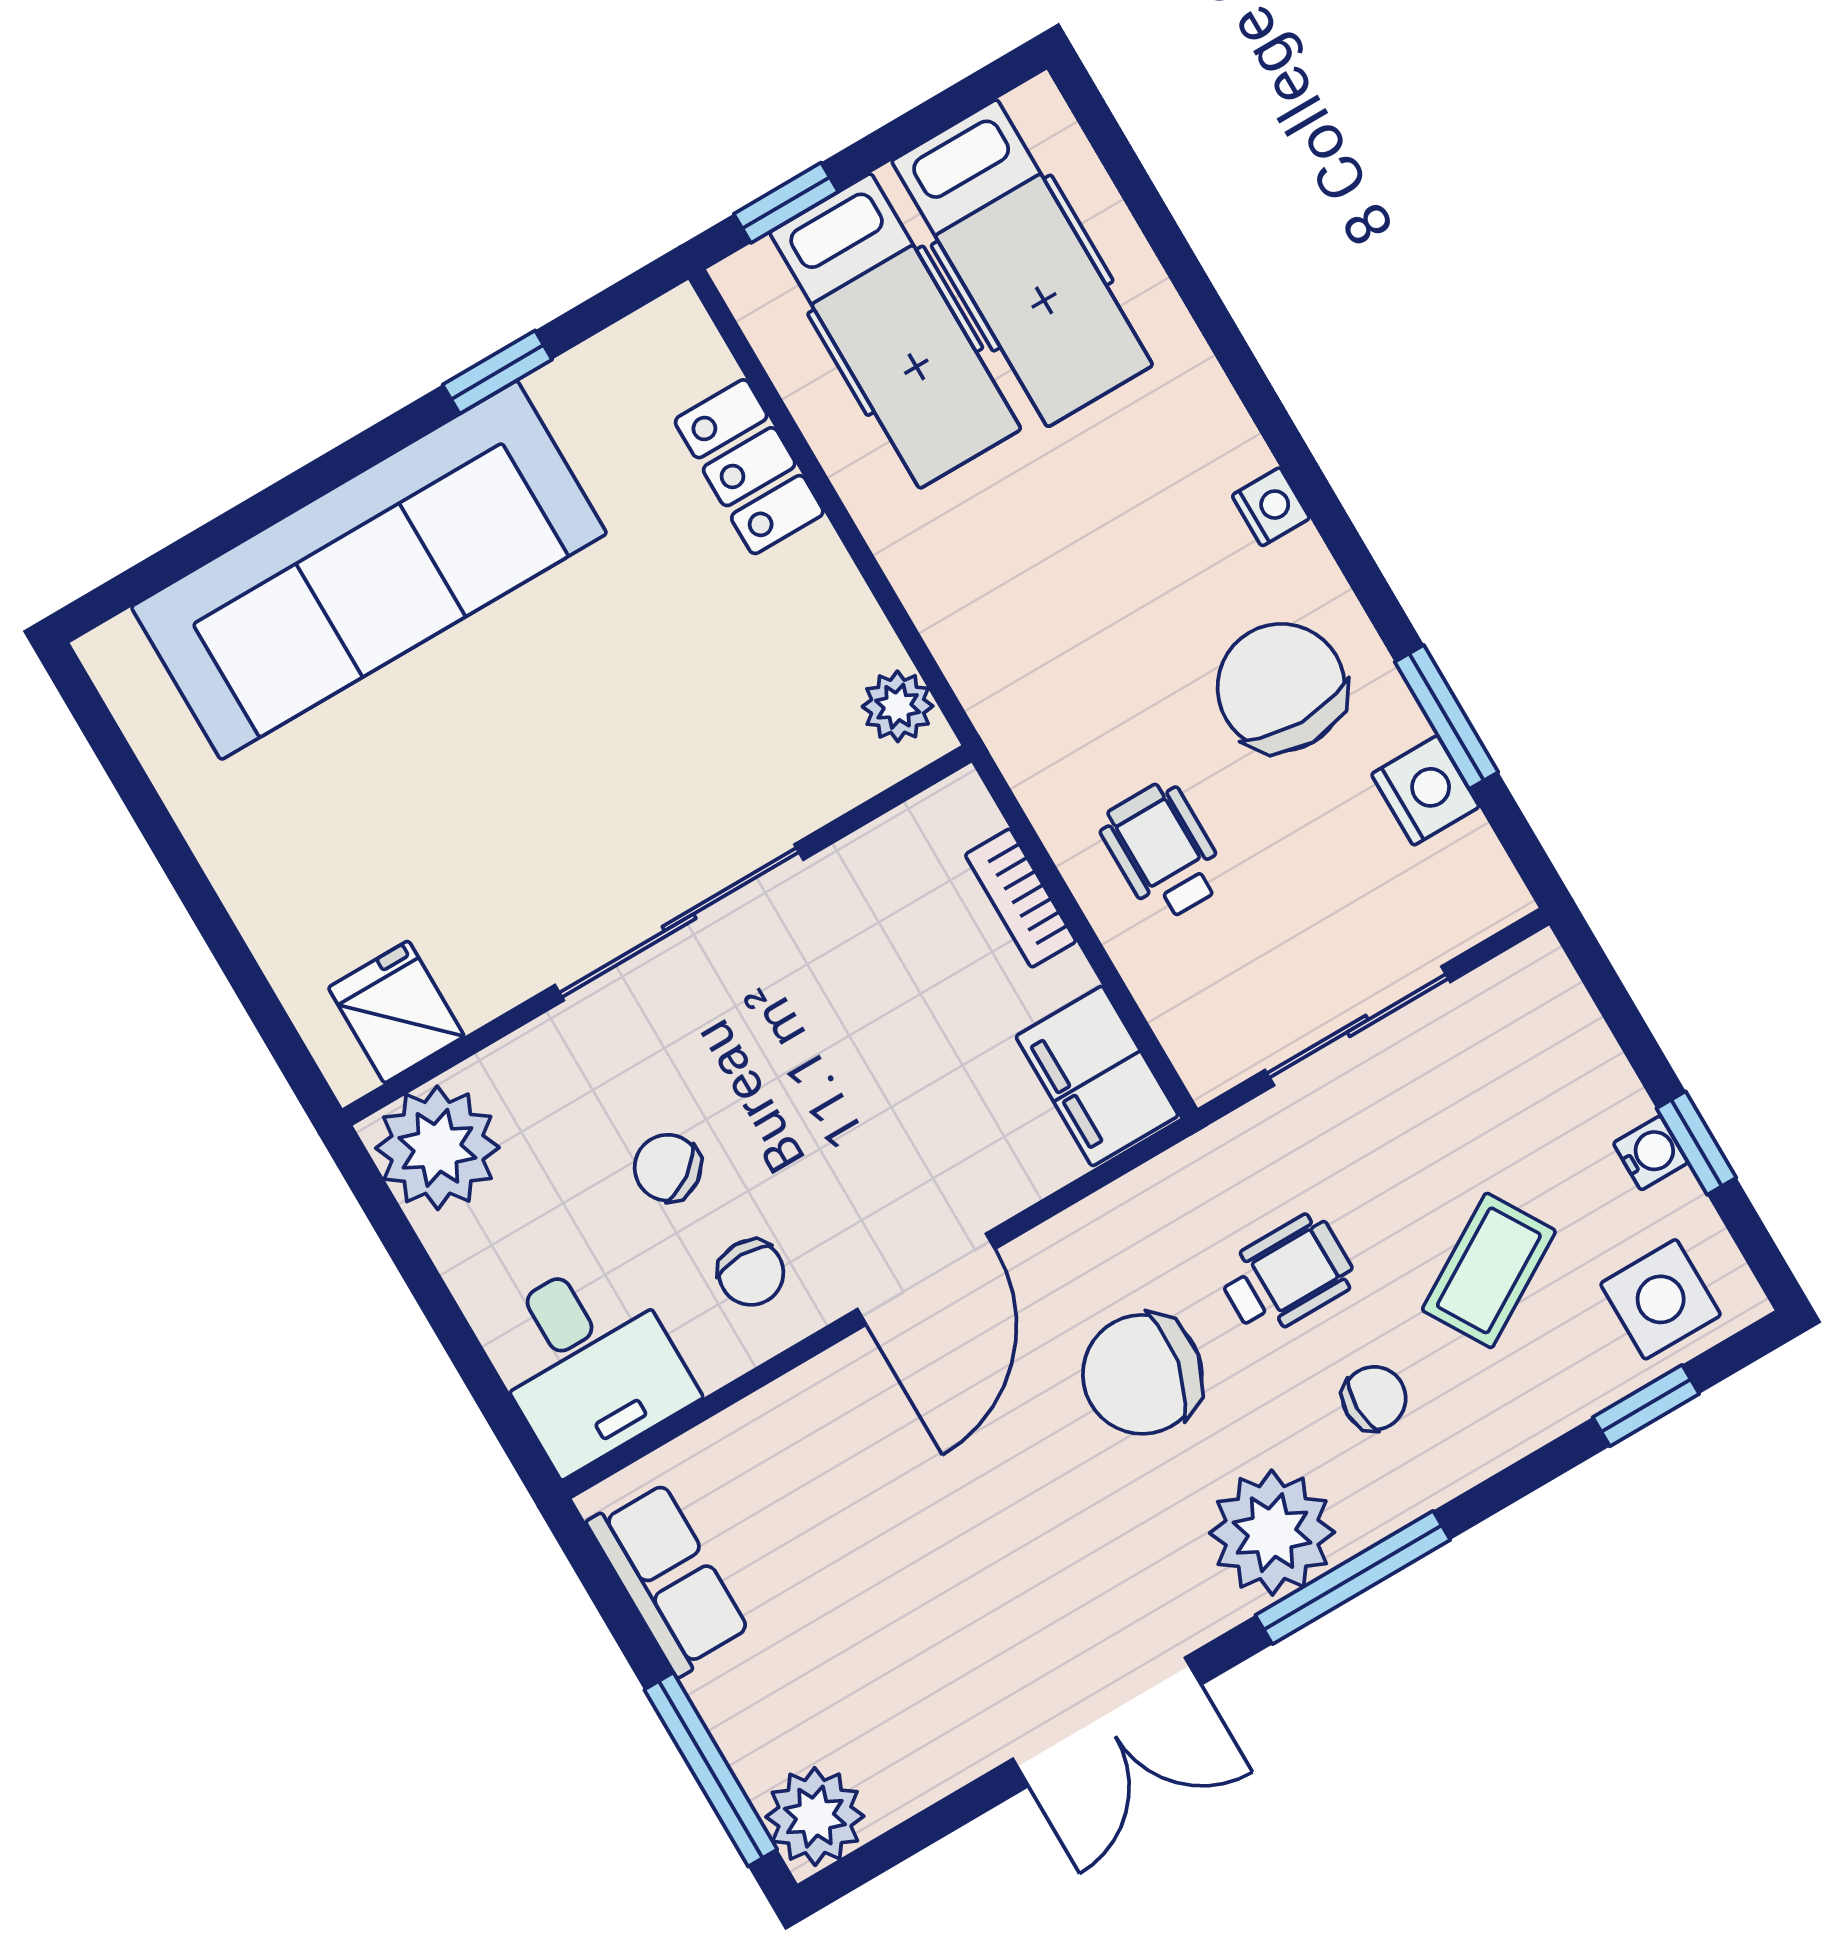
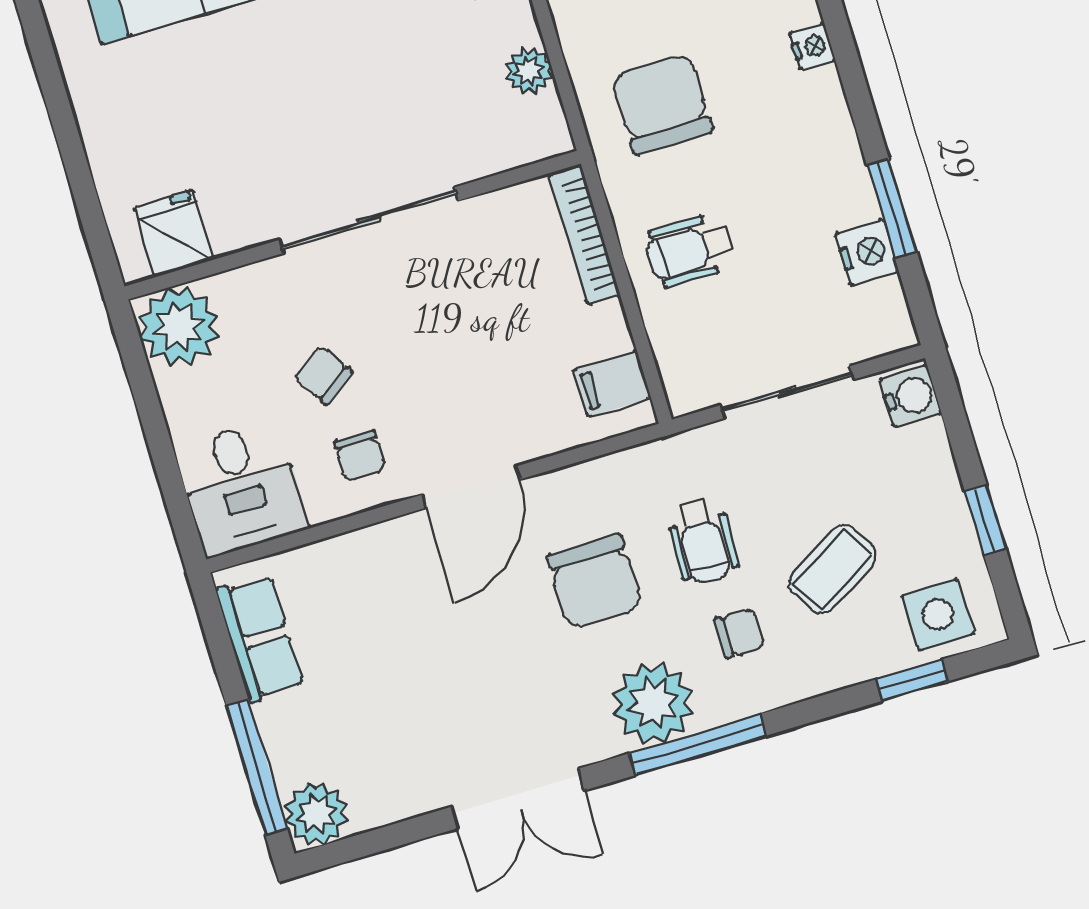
chair: (1281, 687) -> (662, 104), moved
plant: (898, 706) -> (529, 71), moved
wheelchair: (1163, 851) -> (690, 250), turned -90
bookcase: (1021, 898) -> (584, 235), width x1.56
filing cabinet: (1097, 1076) -> (612, 384), width x0.50
water cooler: (1651, 1153) -> (910, 396), moved, width x1.38, depth x1.38
wheelchair: (1287, 1275) -> (702, 541), turned 92
chair: (1142, 1374) -> (595, 582), turned -101

